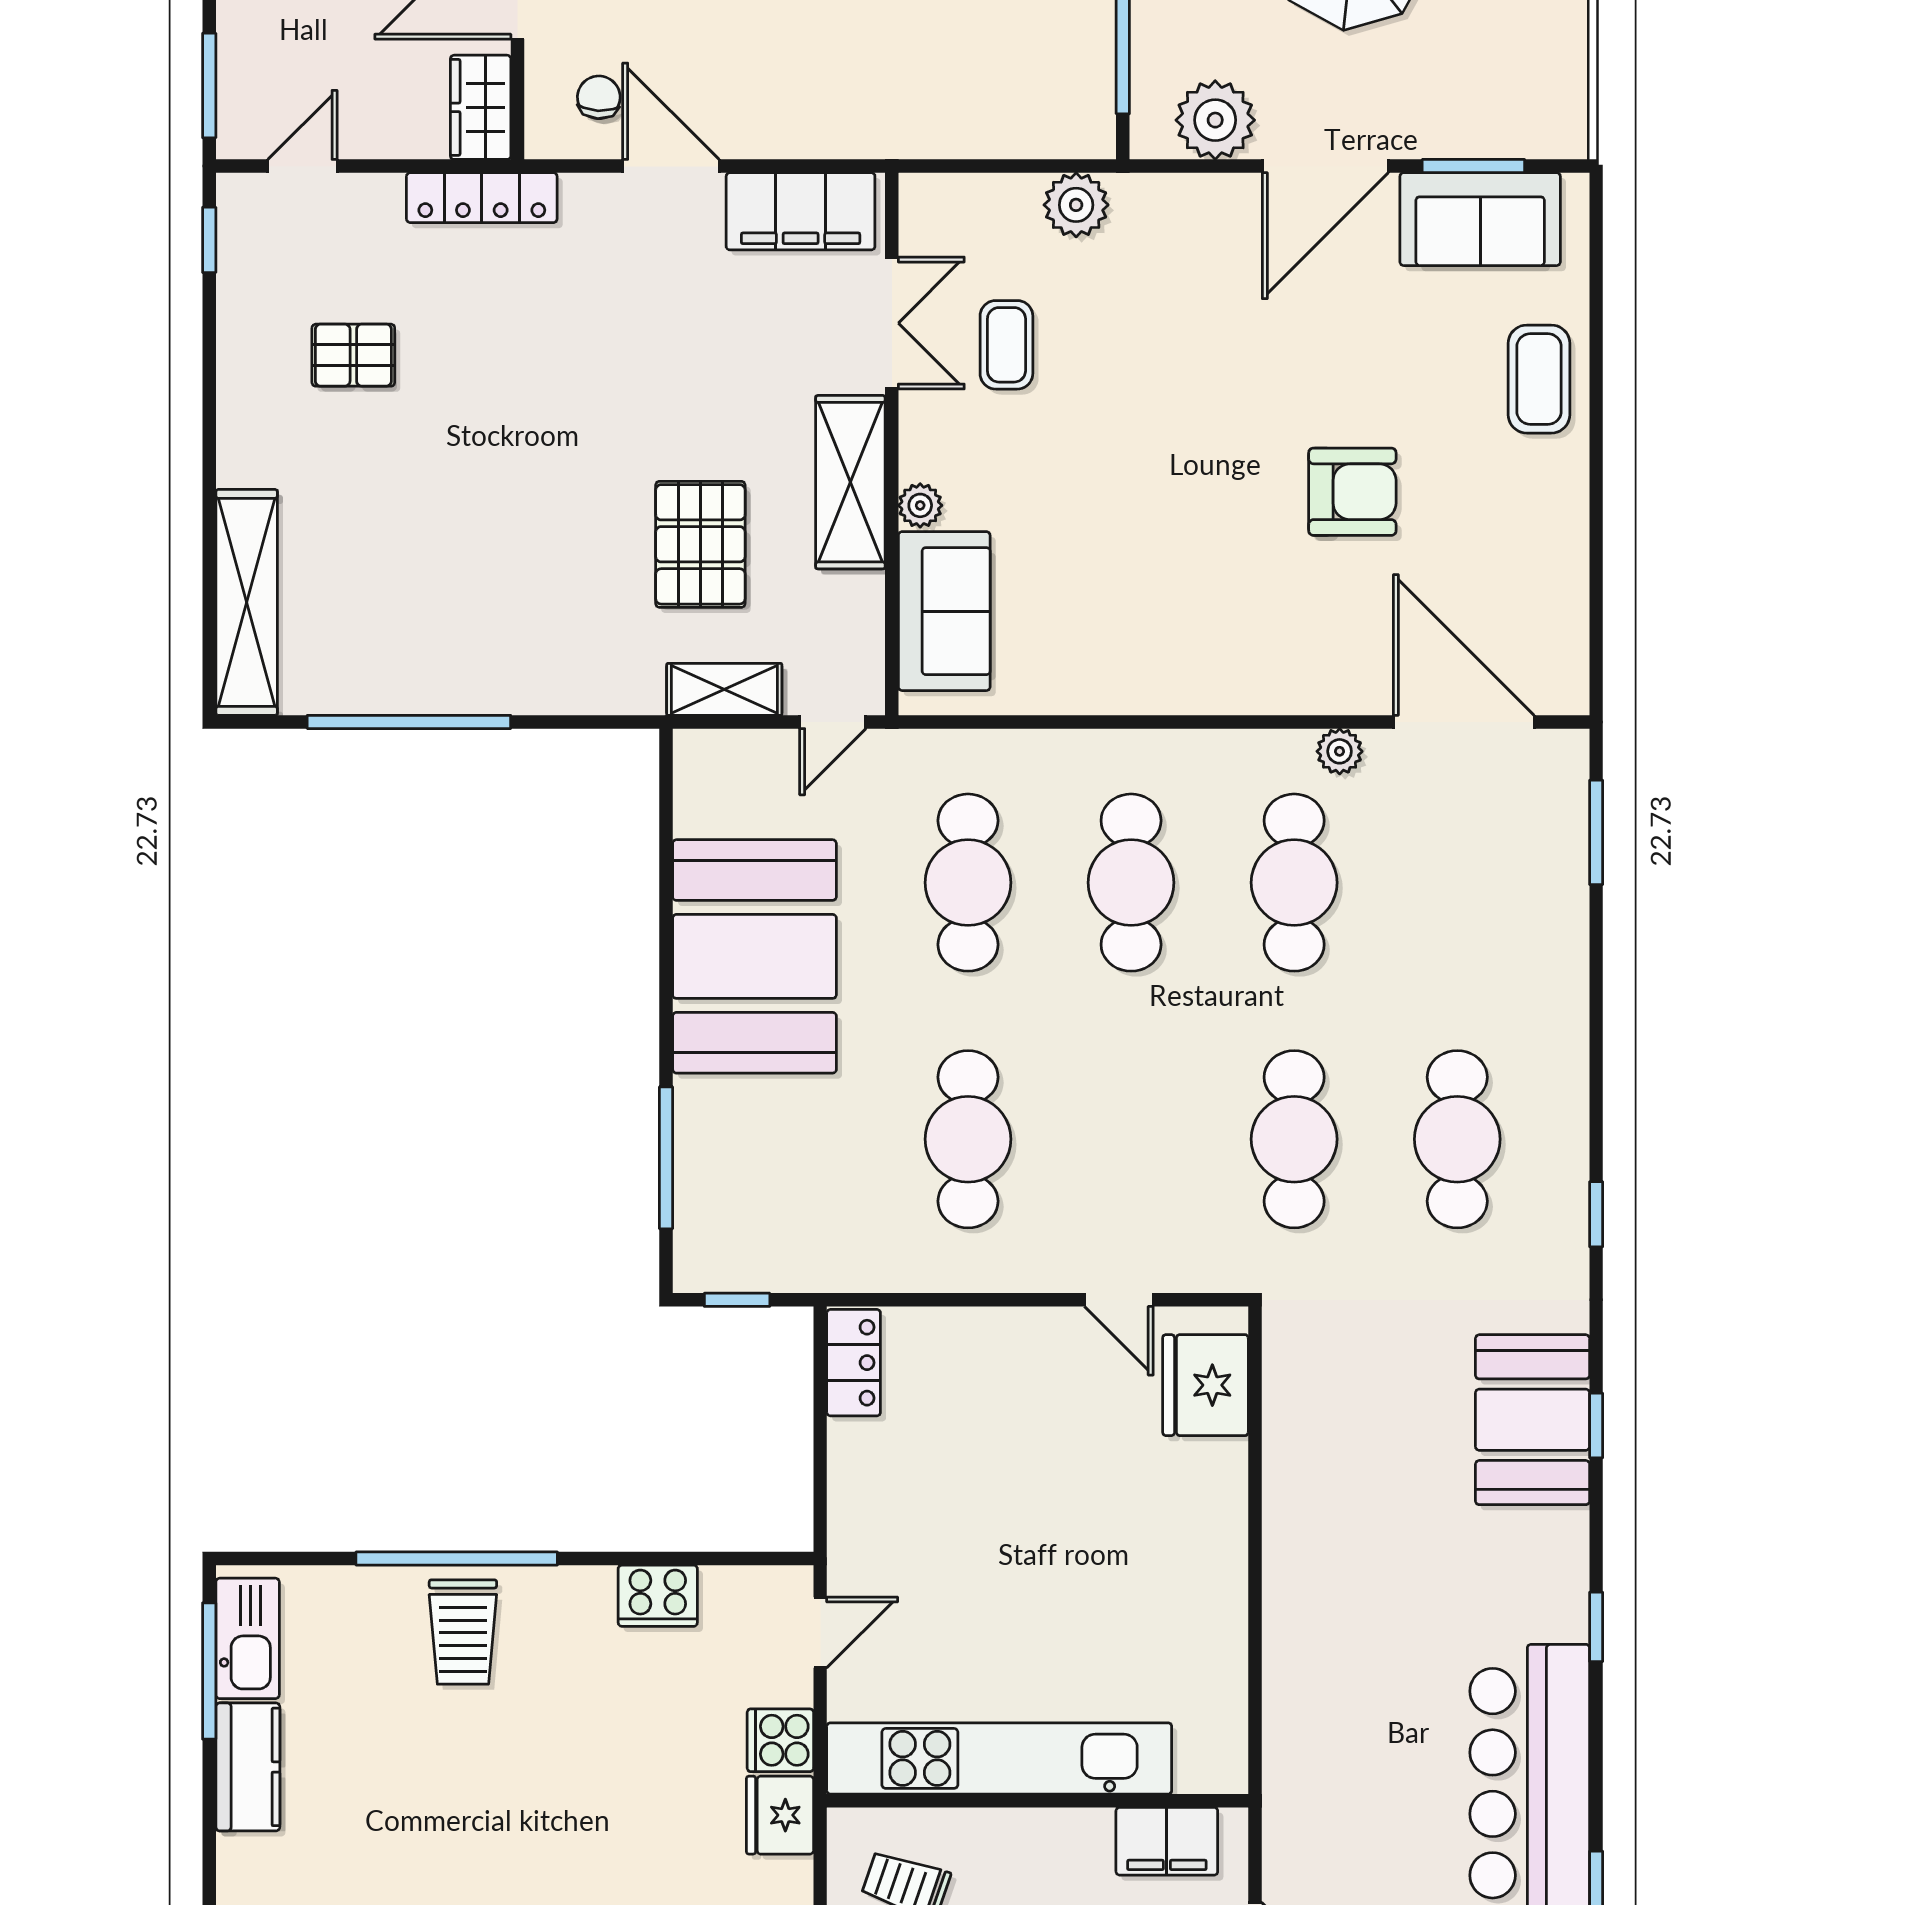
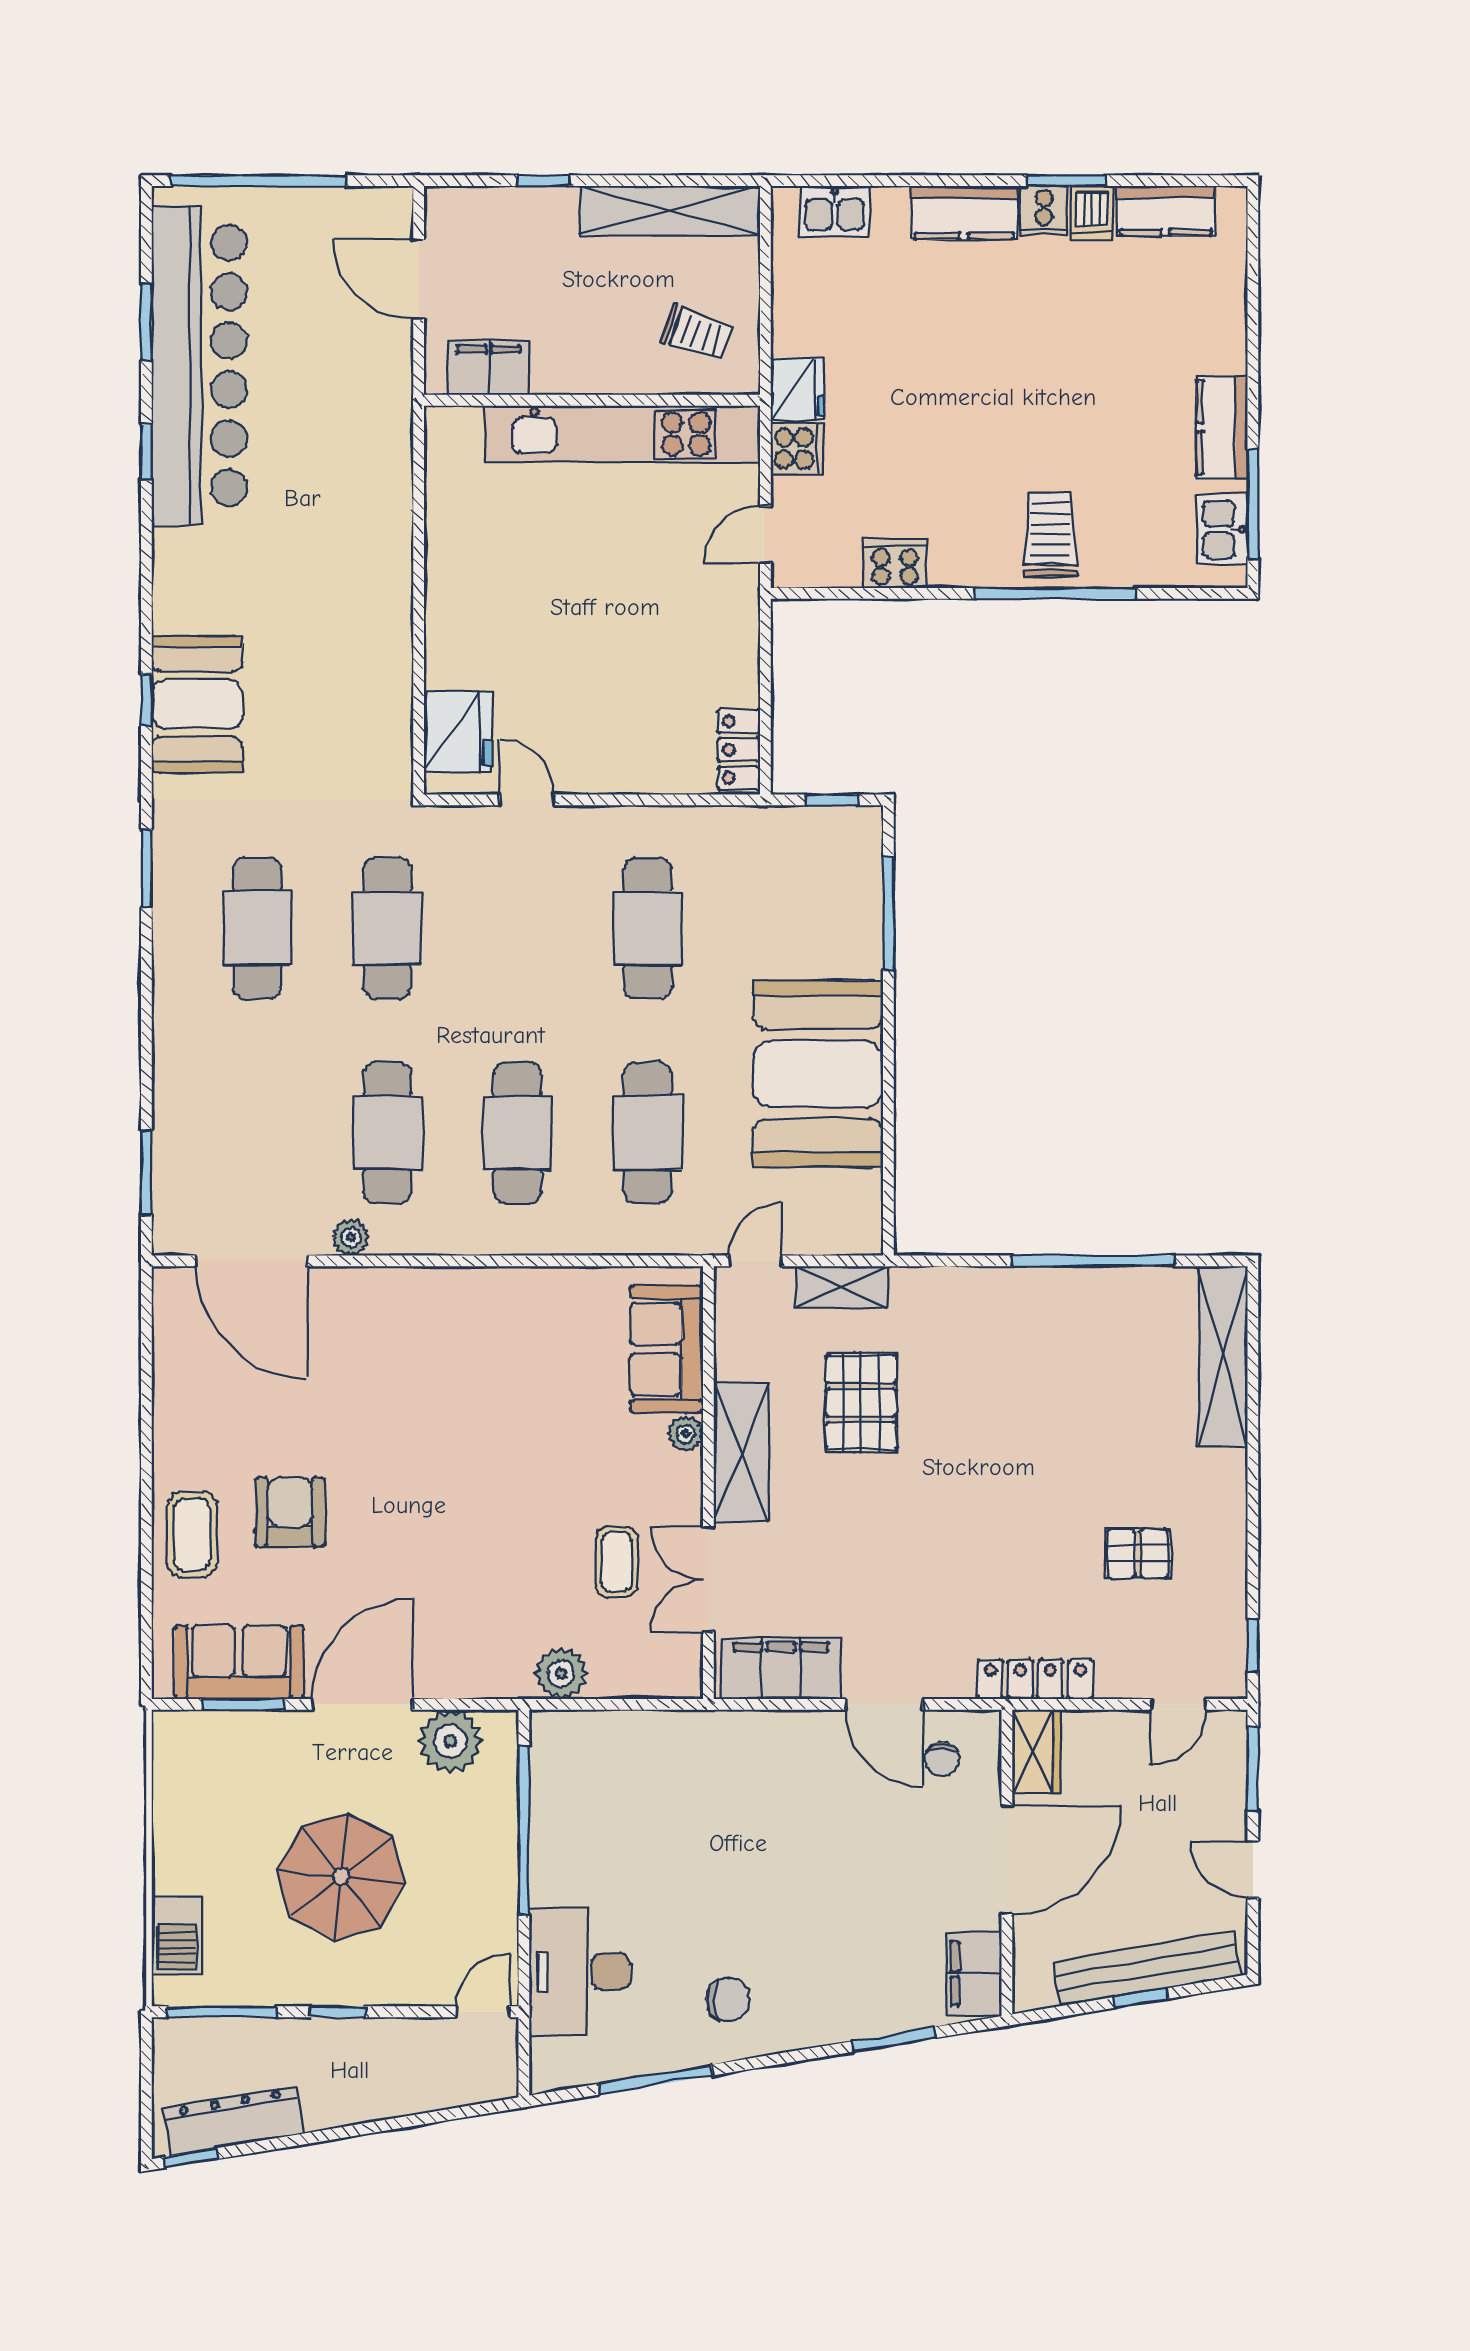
armchair: (1352, 492) -> (290, 1512), moved, turned 90
window: (1596, 1214) -> (146, 868), width x1.50
window: (1596, 1627) -> (146, 452), moved
kitchen sink: (248, 1638) -> (1222, 530), width x0.73

